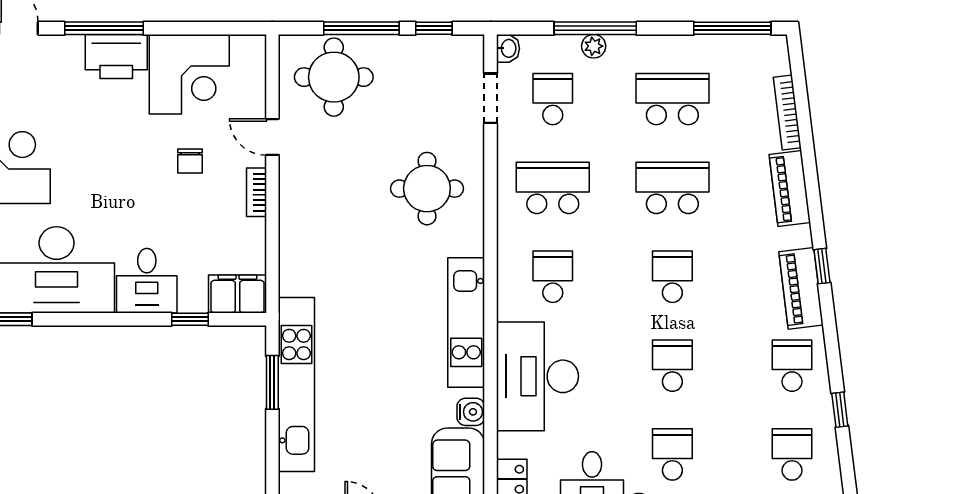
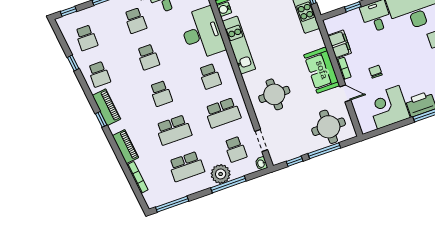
plant: (594, 46) -> (221, 174), width x1.87, depth x1.87
sofa: (306, 205) -> (322, 70), added
filing cabinet: (237, 294) -> (340, 44), moved, turned -90

